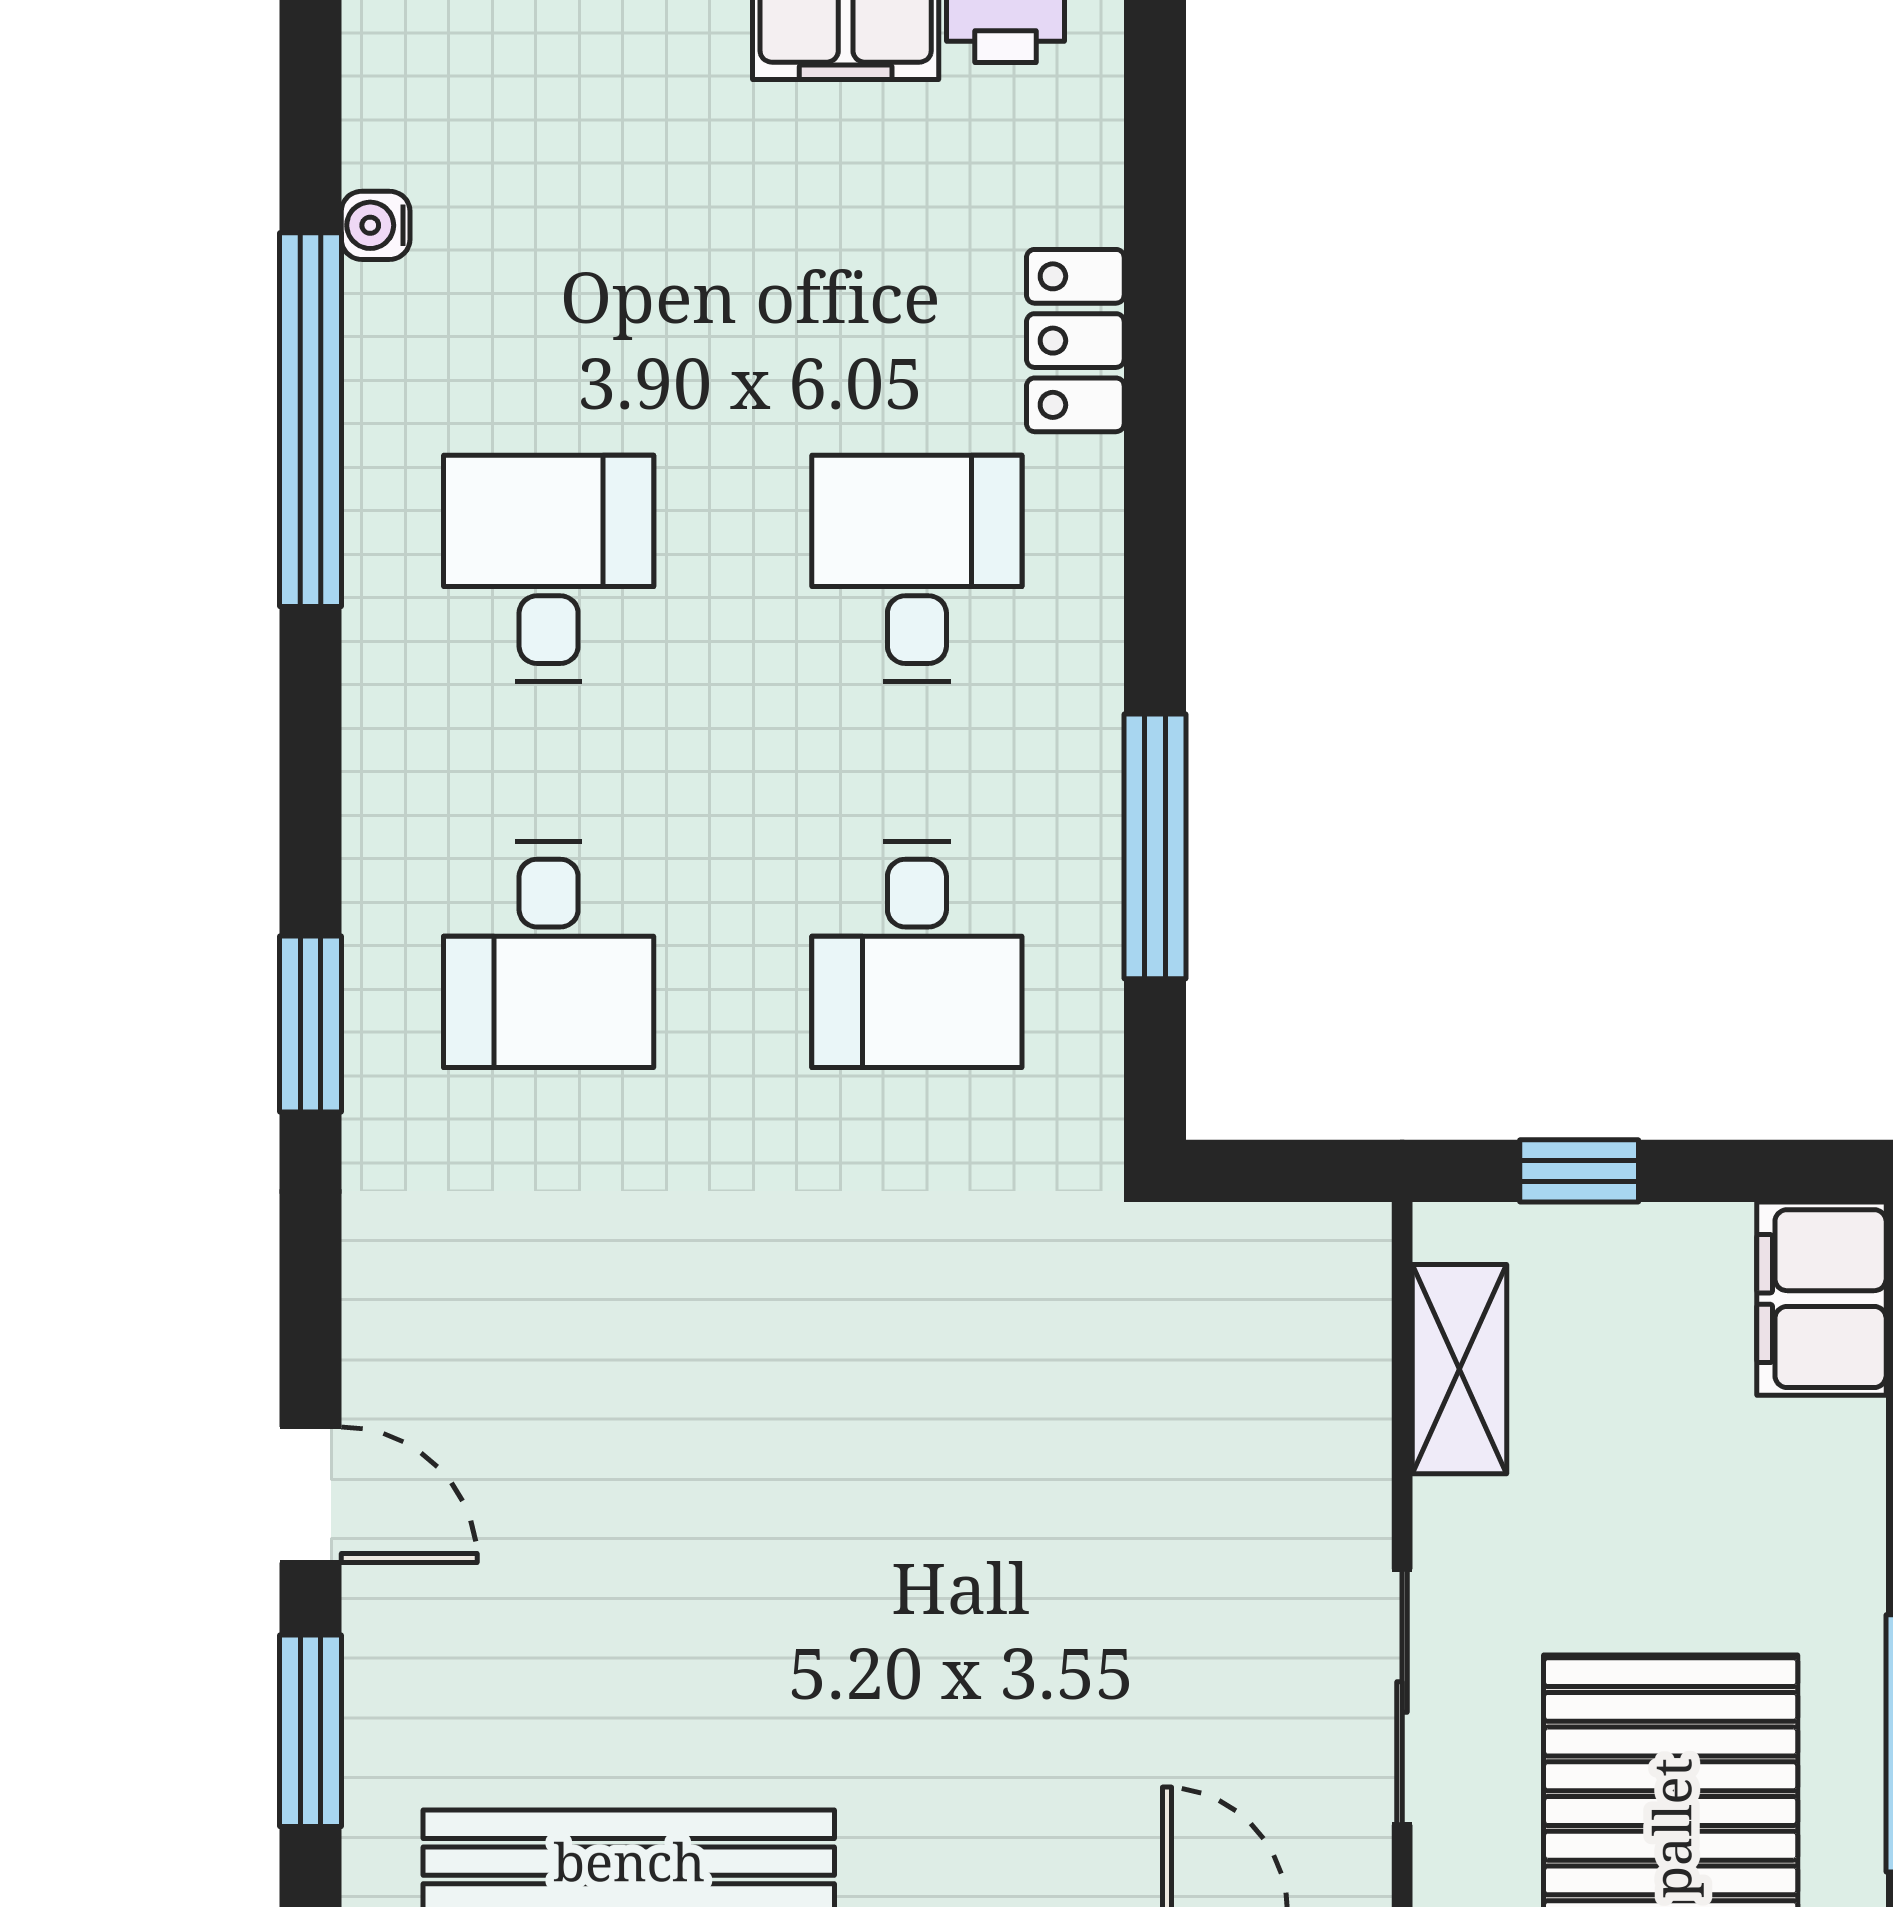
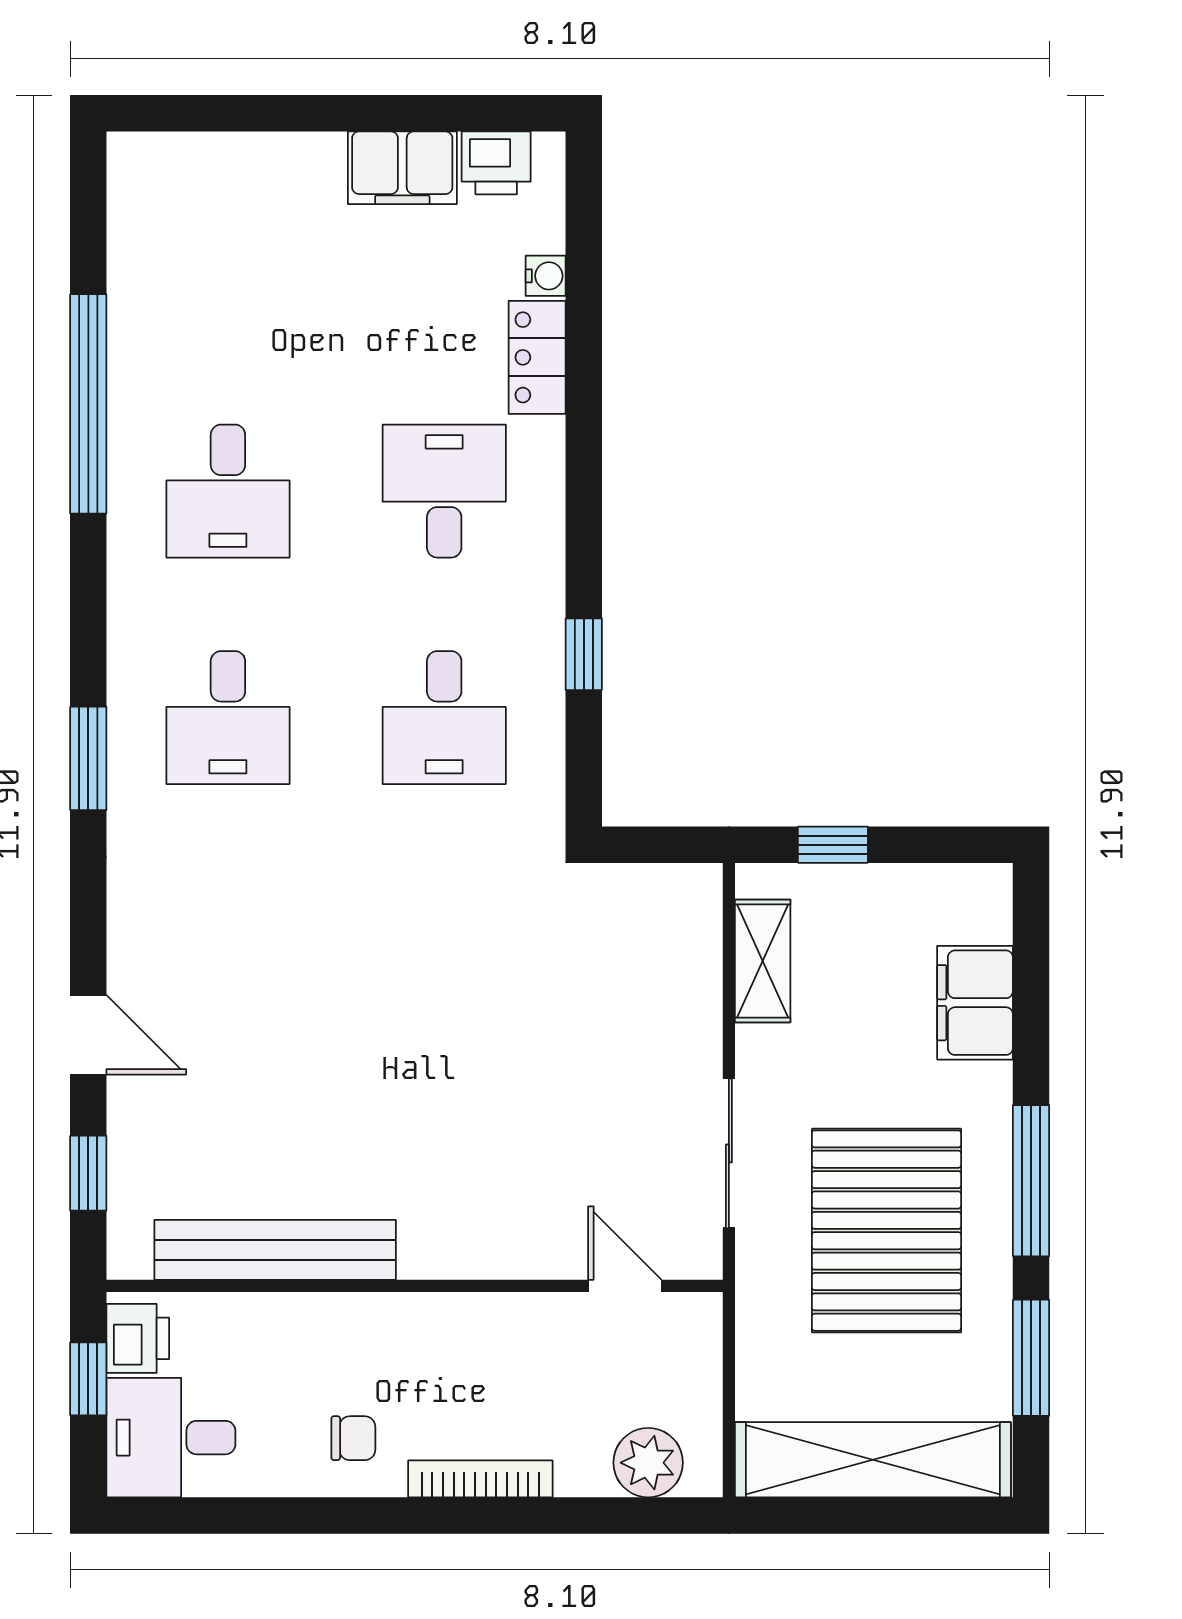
water cooler: (376, 225) -> (546, 276), moved, turned 180
desk: (549, 568) -> (228, 491), turned 180
window: (1155, 846) -> (584, 654), width x0.46
filing cabinet: (1822, 1299) -> (975, 1003), moved
window: (311, 1731) -> (88, 1173), width x0.67

